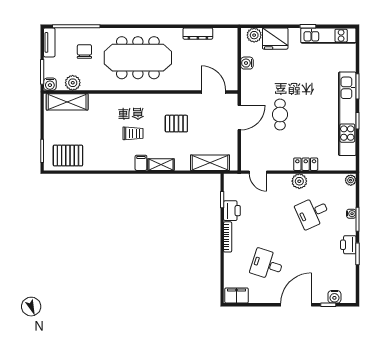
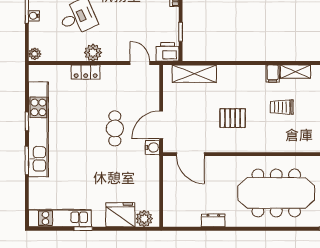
dresser: (198, 34) -> (213, 220), width x0.70
water cooler: (247, 63) -> (152, 147), moved
shelving: (161, 165) -> (295, 72), moved
printer: (232, 211) -> (167, 52), moved, turned 90

